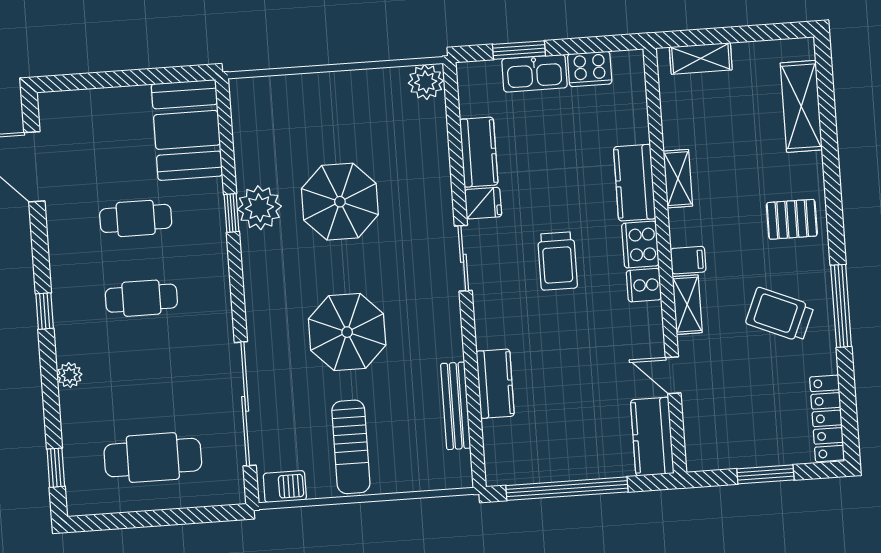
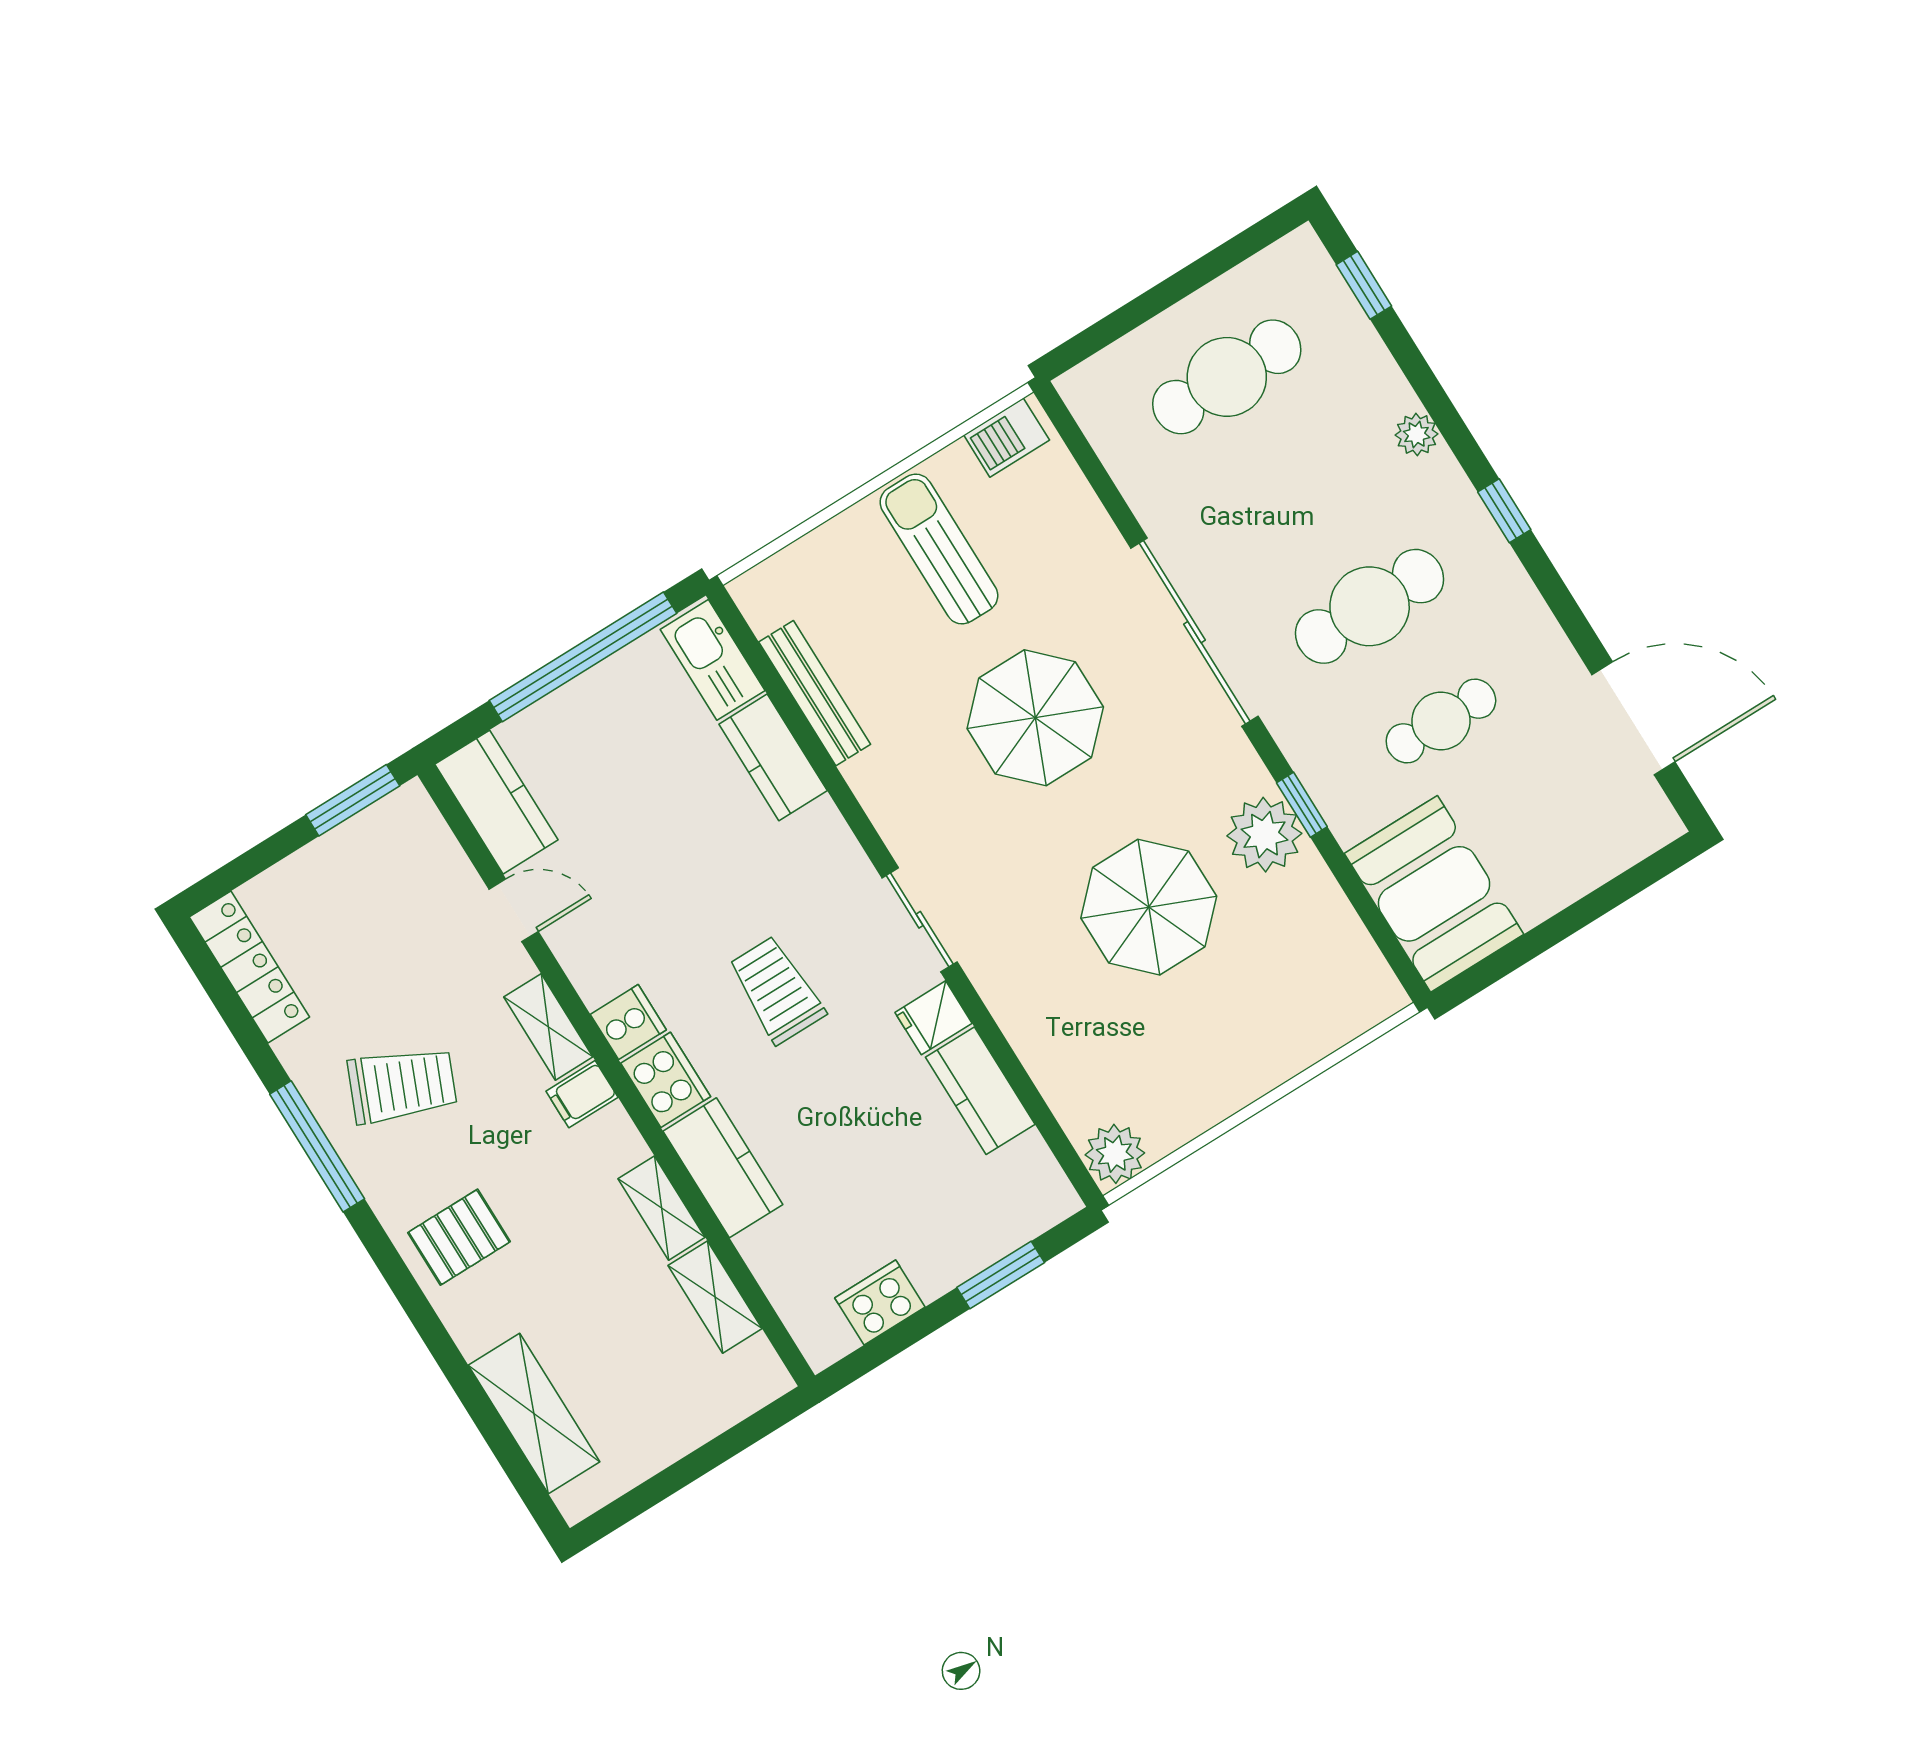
shelving: (701, 58) -> (715, 1297), moved, turned 90
kitchen sink: (534, 73) -> (713, 660), moved, turned -90
cafe table: (141, 298) -> (1370, 606), width x1.37, depth x1.35
sliding door: (245, 404) -> (1195, 632), moved
window: (765, 474) -> (353, 800), moved

